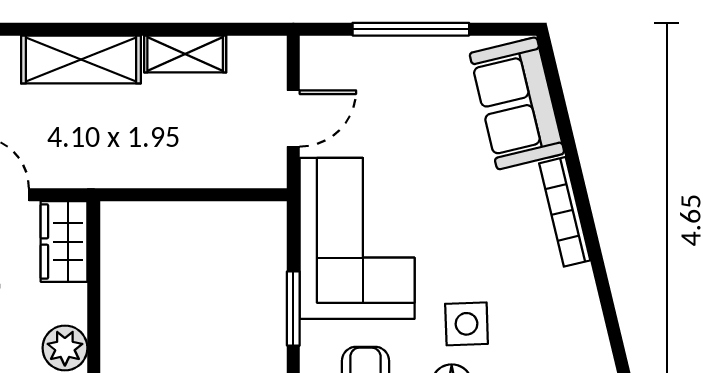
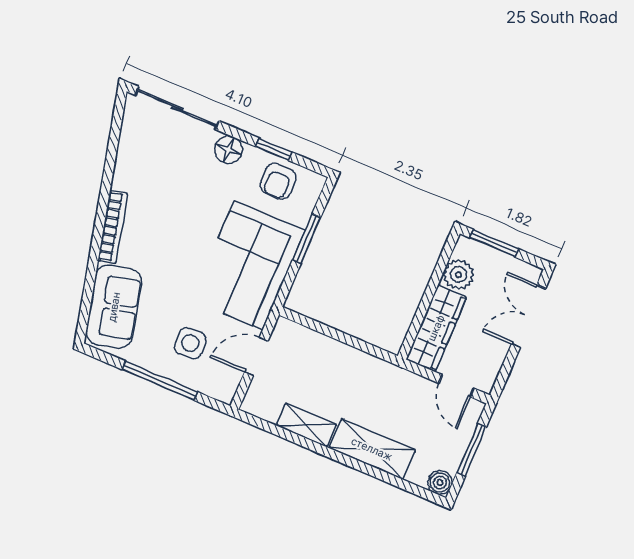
wardrobe: (64, 242) -> (436, 328), width x1.50
side table: (467, 324) -> (190, 343), moved

